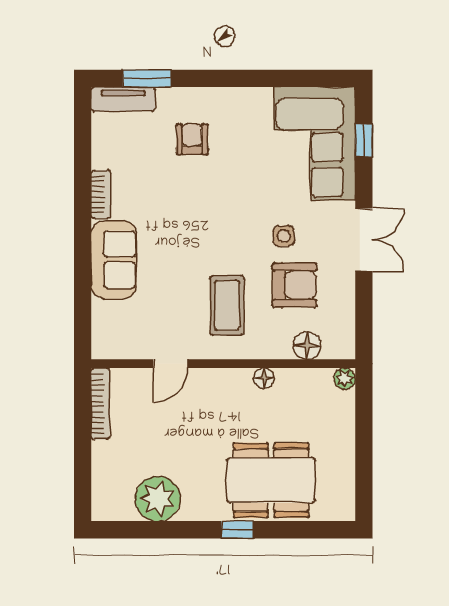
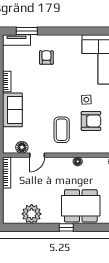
floor lamp: (307, 346) -> (22, 147), moved

